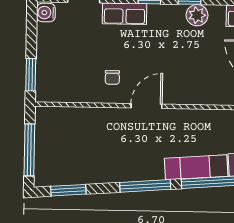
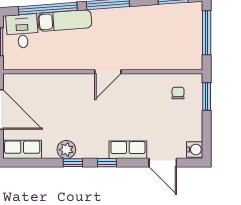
chair: (112, 77) -> (178, 93), moved

